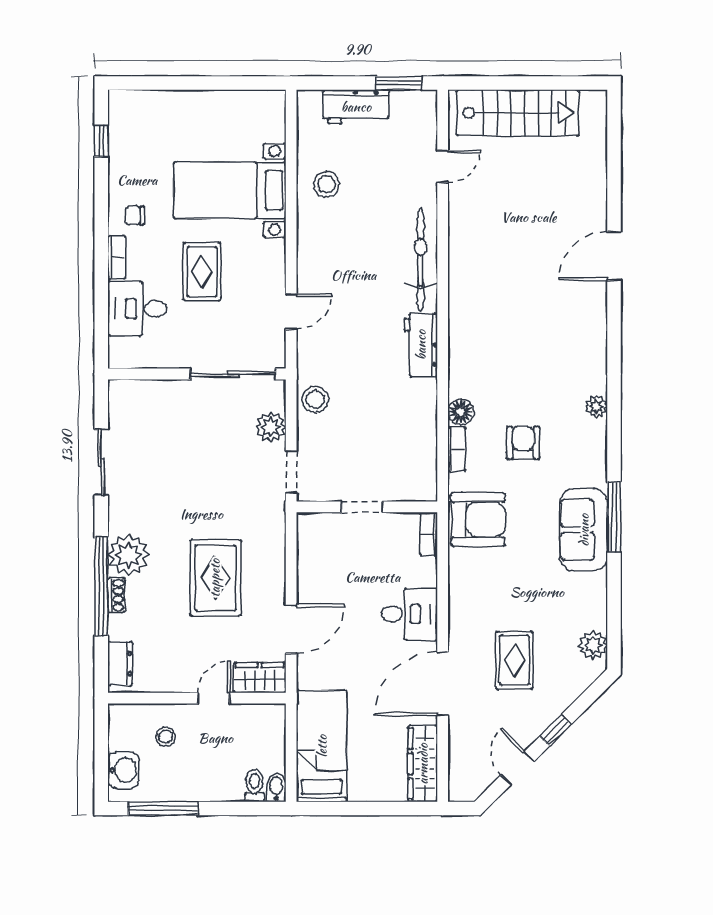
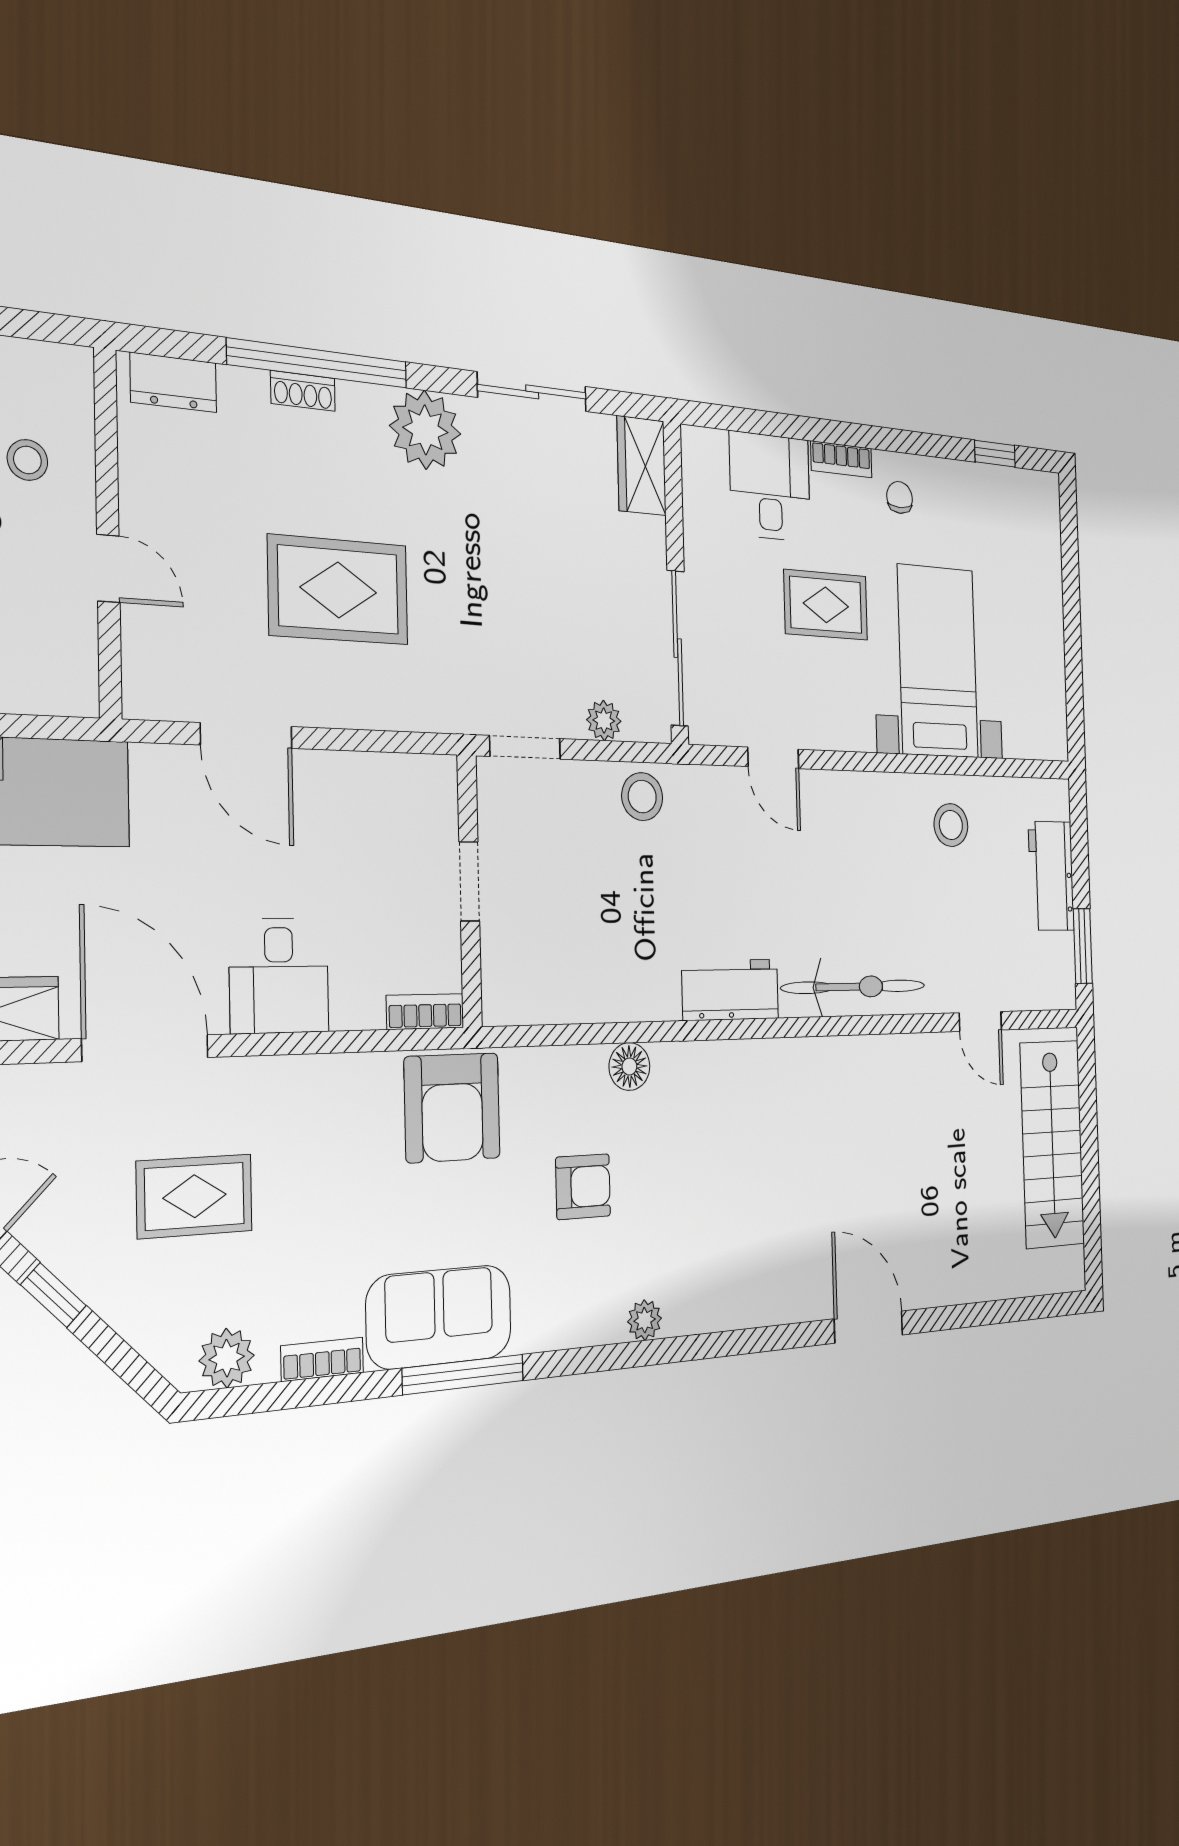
plant: (271, 427) -> (604, 720), width x0.73, depth x0.73
bookcase: (457, 449) -> (322, 1359), moved, turned 180
plant: (129, 555) -> (425, 430), moved
wardrobe: (260, 678) -> (642, 466), moved, turned 180

